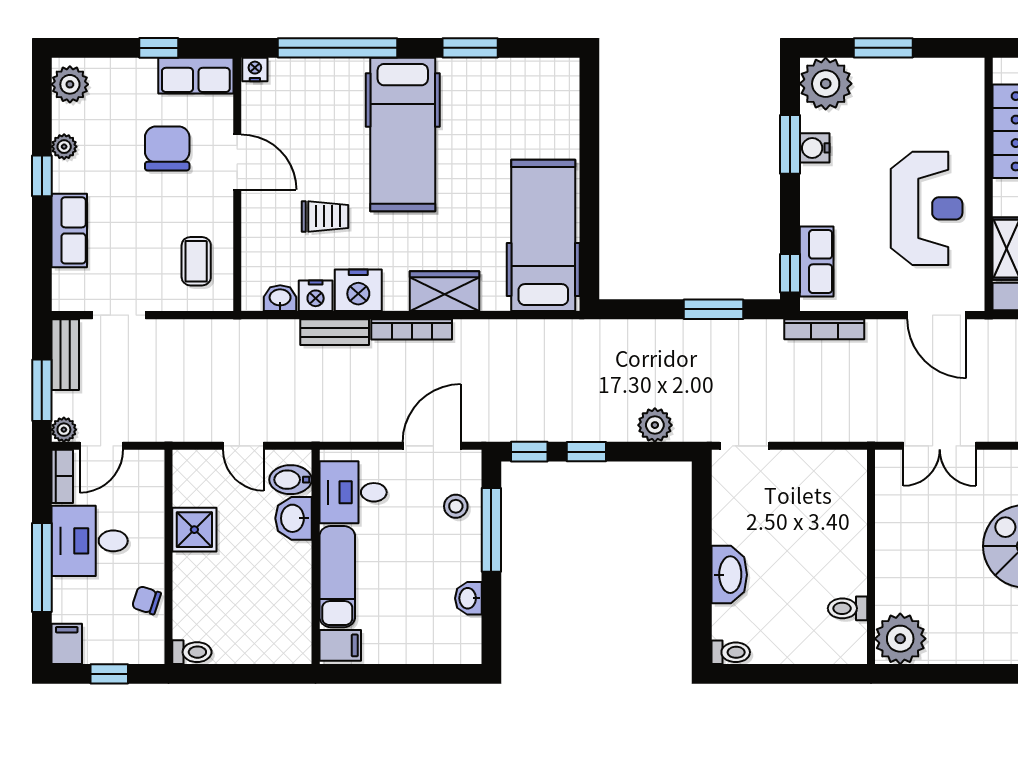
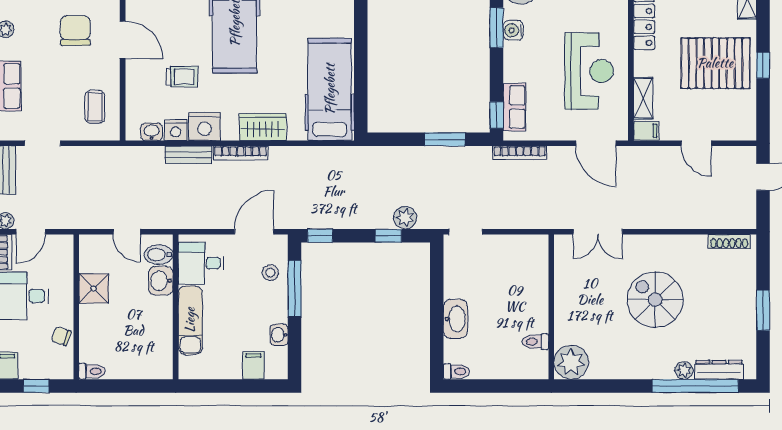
window: (586, 452) -> (388, 236), moved
filing cabinet: (340, 645) -> (253, 365), moved, turned -90

